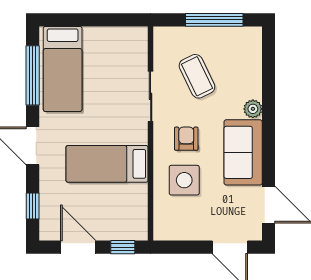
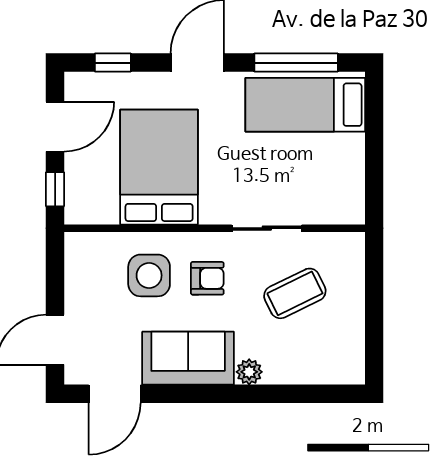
window: (214, 20) -> (374, 317), removed
bed: (107, 164) -> (159, 167), width x1.50

